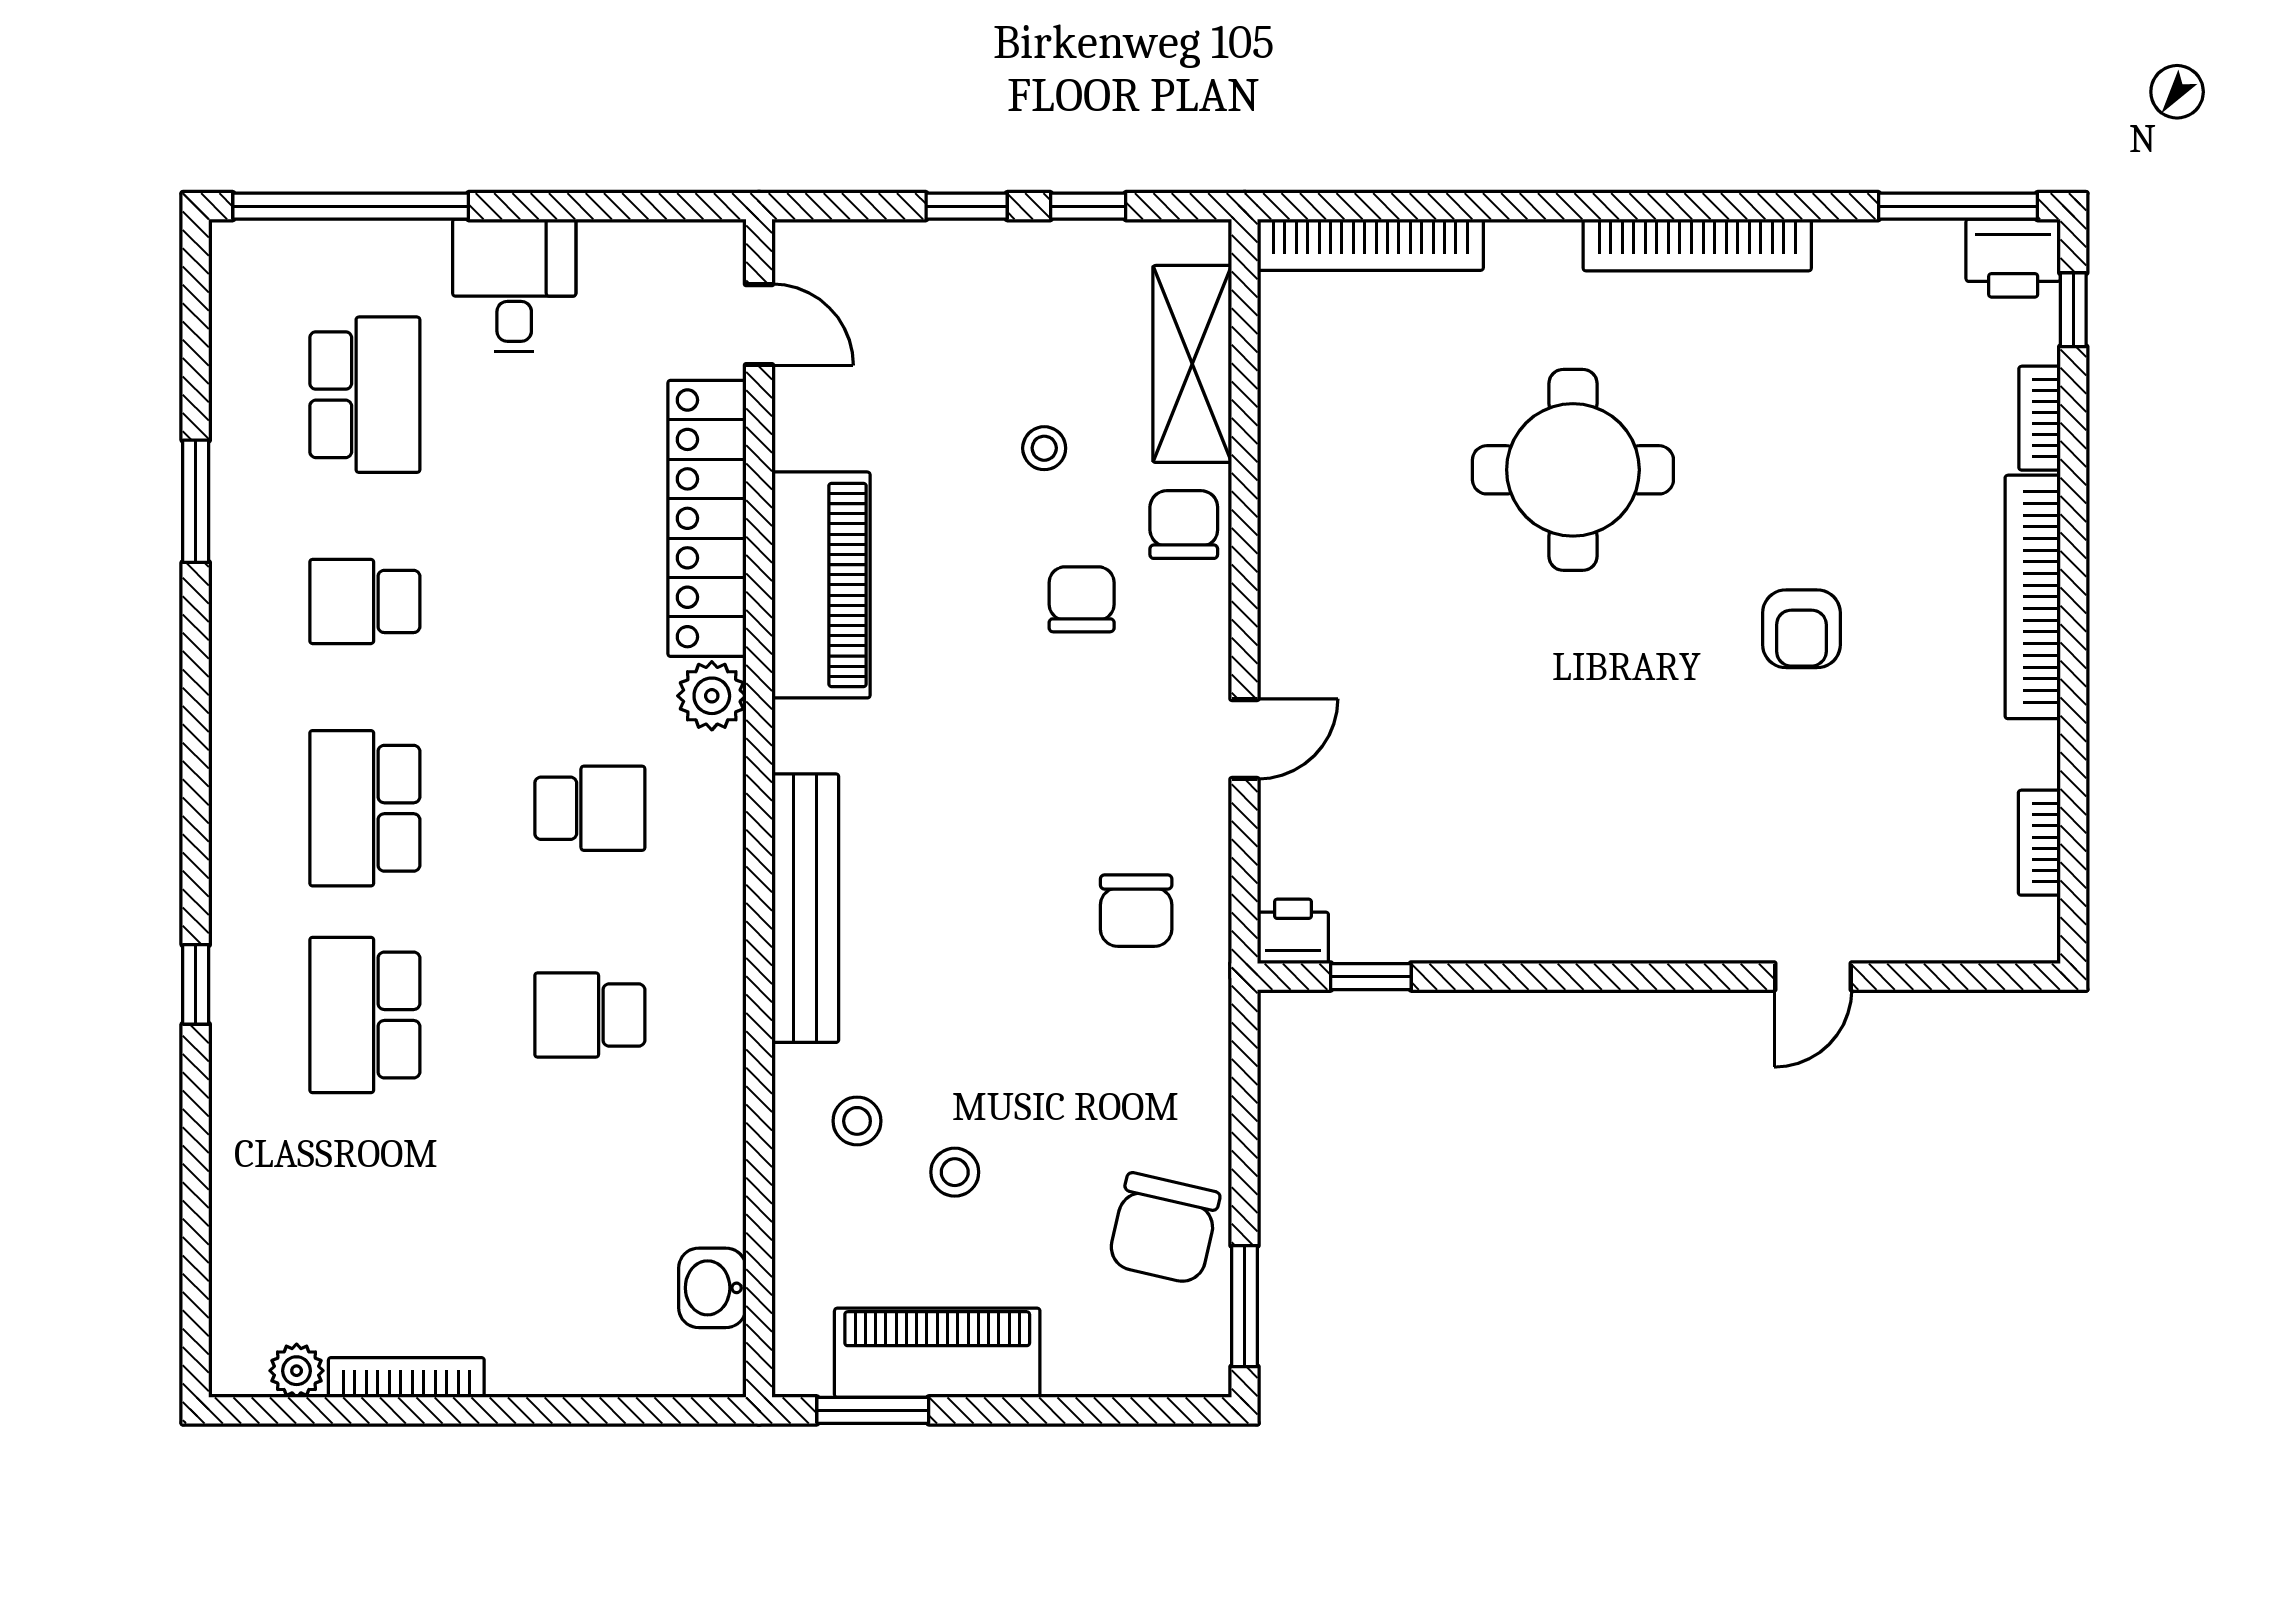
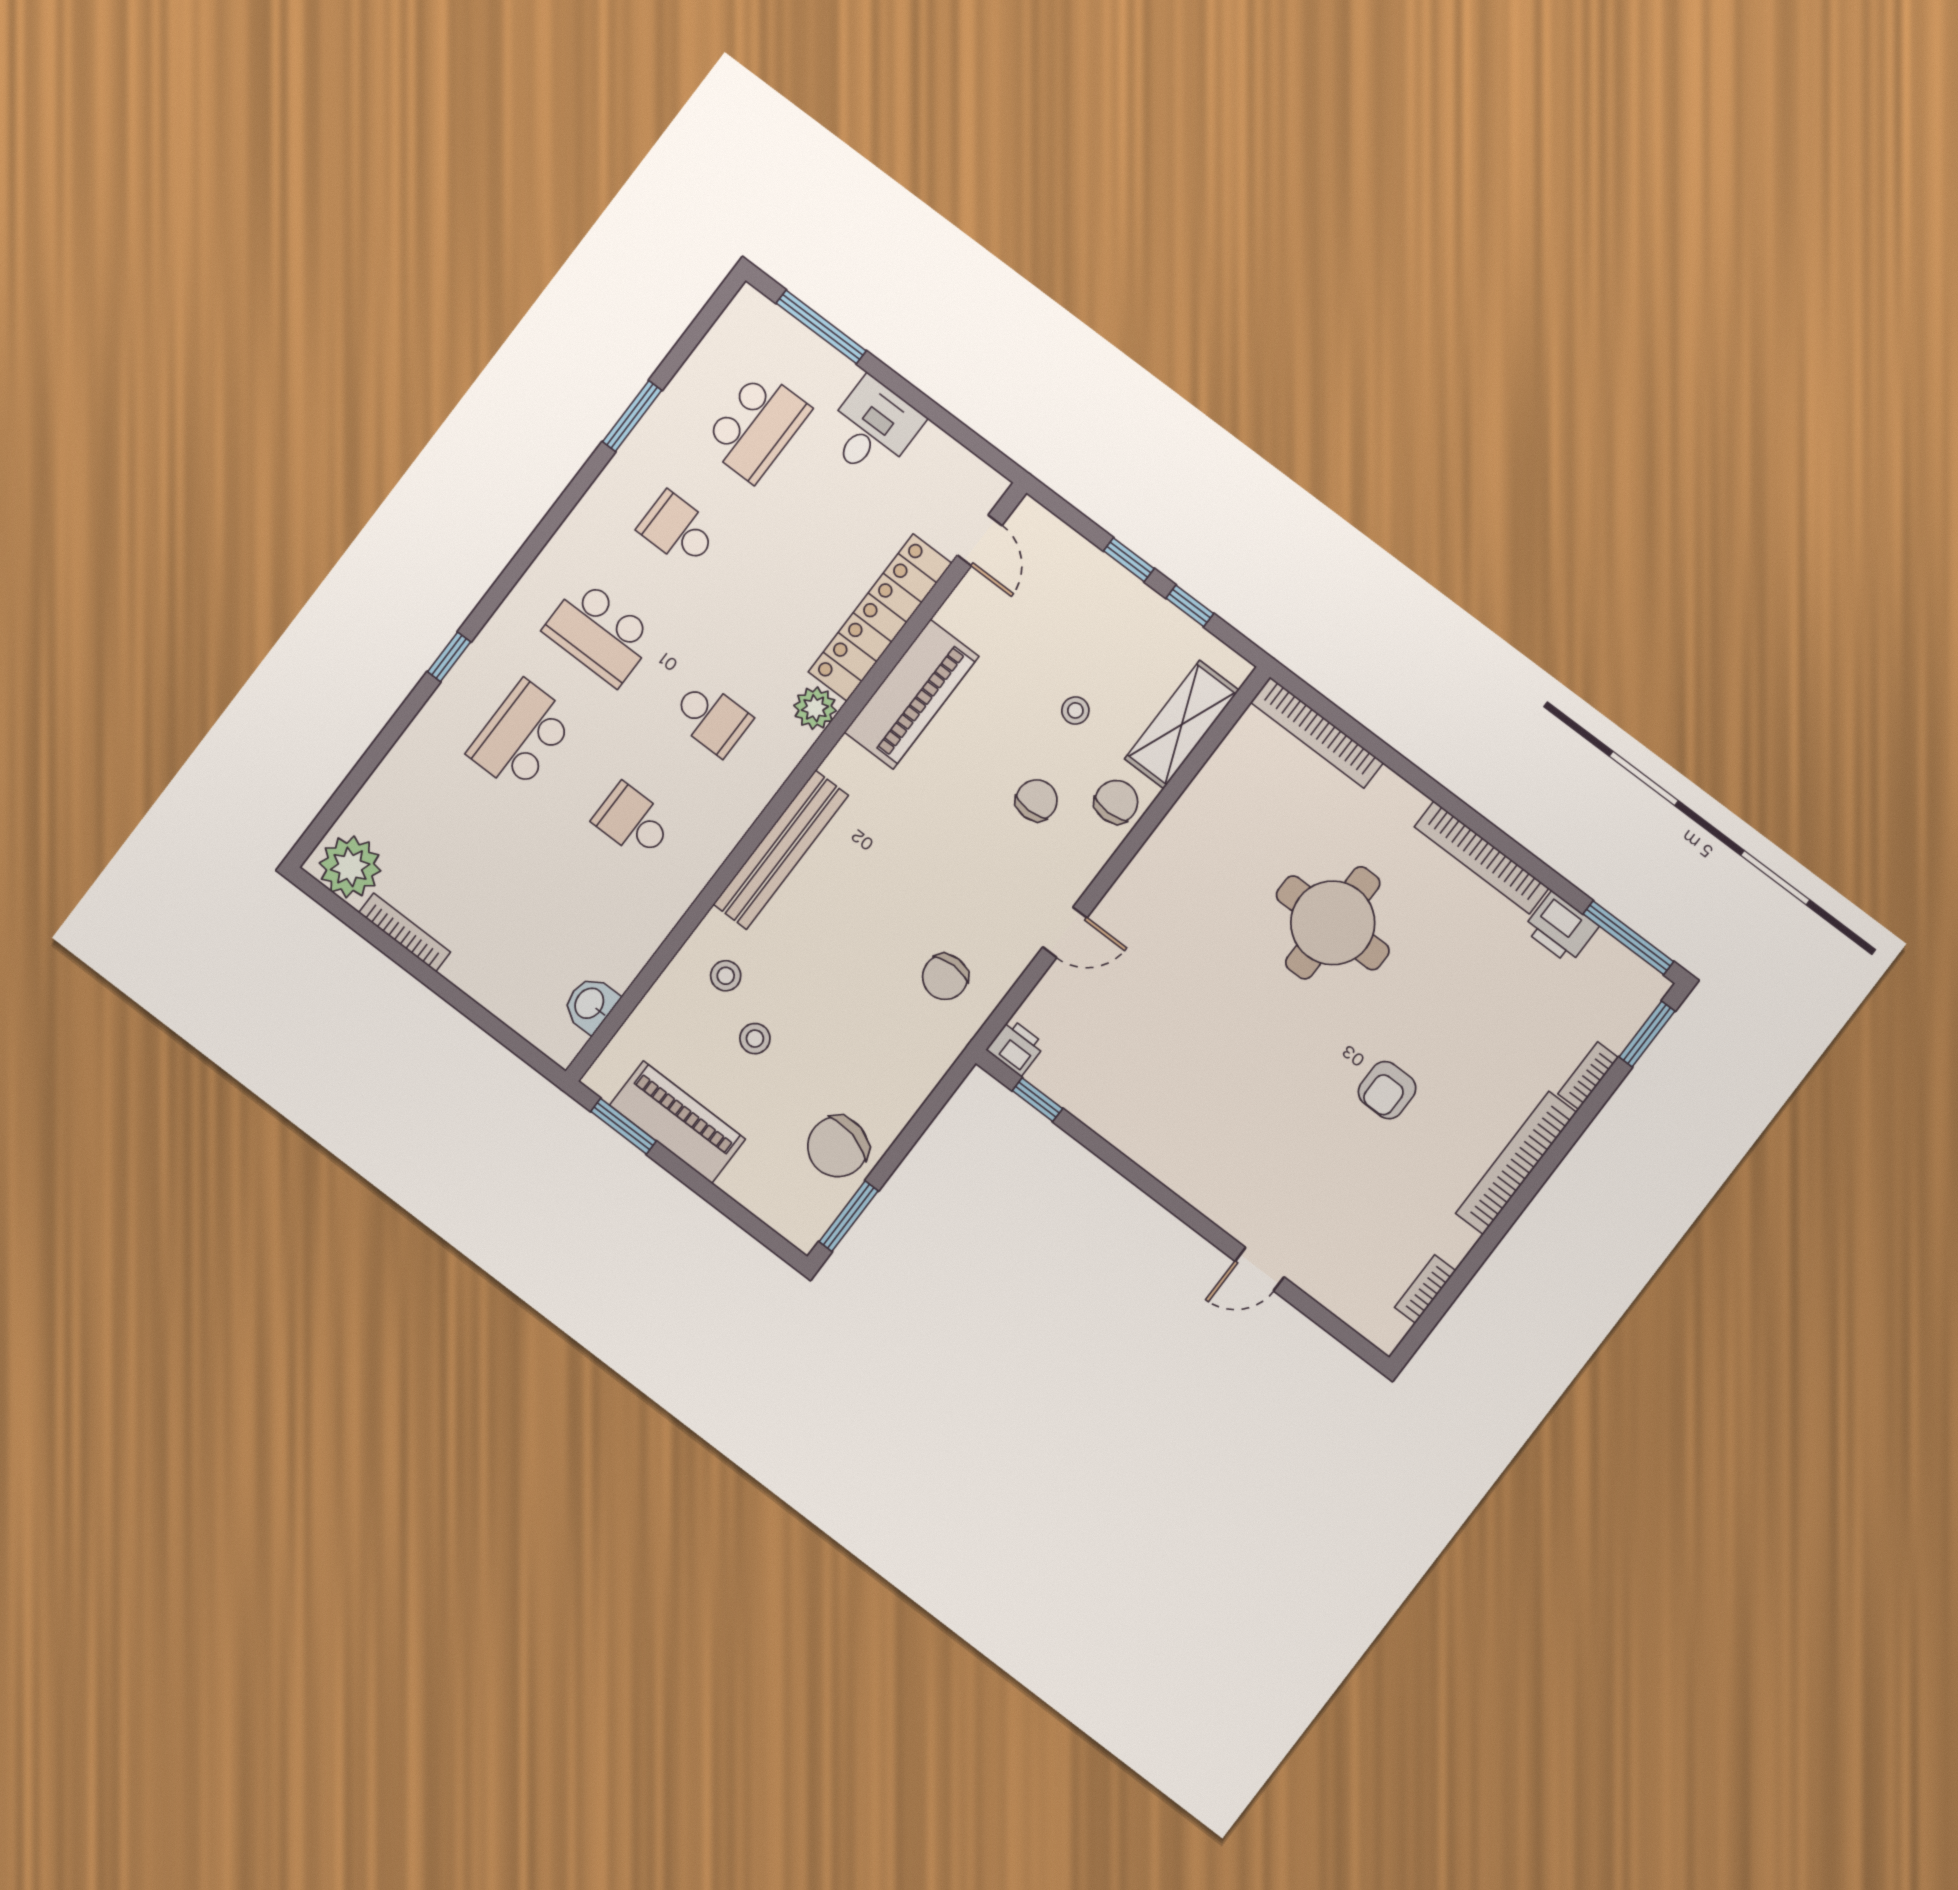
window: (351, 206) -> (821, 327), width x0.68
printer: (2013, 258) -> (1561, 928), moved
window: (2073, 310) -> (1647, 1034), width x1.50
school desk: (365, 808) -> (600, 633), turned -90
plant: (297, 1371) -> (350, 867), width x1.88, depth x1.88

